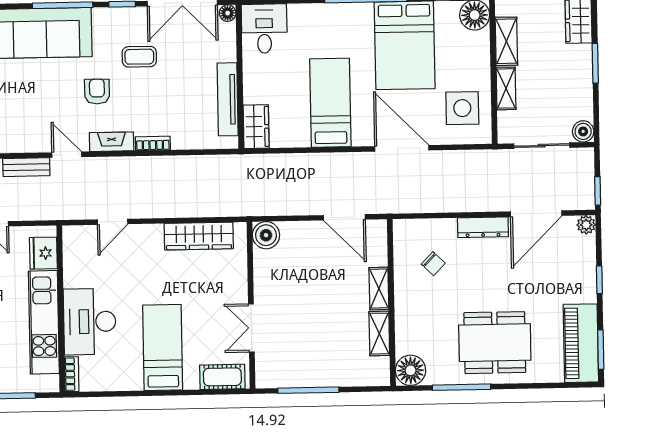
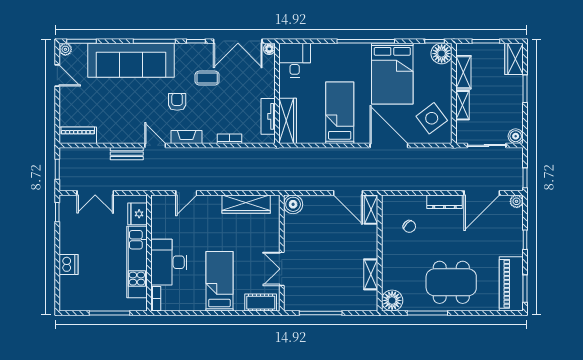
tv unit: (228, 99) -> (268, 116), width x0.71
side table: (462, 108) -> (432, 118), turned -37
wardrobe: (256, 127) -> (288, 121), width x1.50
bookcase: (153, 143) -> (230, 139), moved
shelving: (379, 289) -> (371, 210), moved

